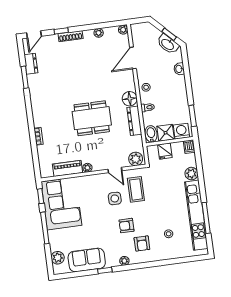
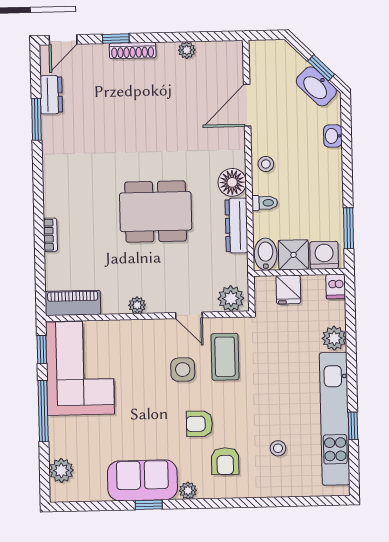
plant: (123, 30) -> (234, 49), removed
piano: (68, 168) -> (73, 303), moved
window: (206, 218) -> (353, 426), width x0.46
sofa: (87, 260) -> (142, 480), moved

